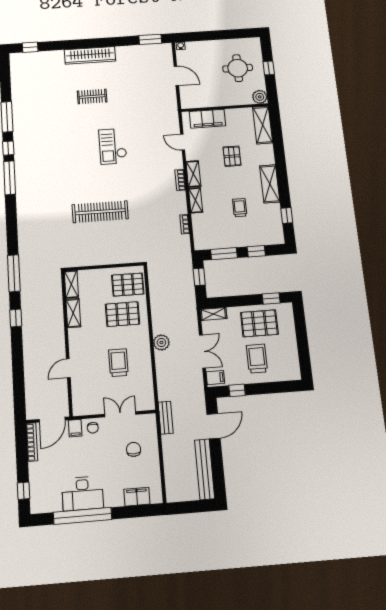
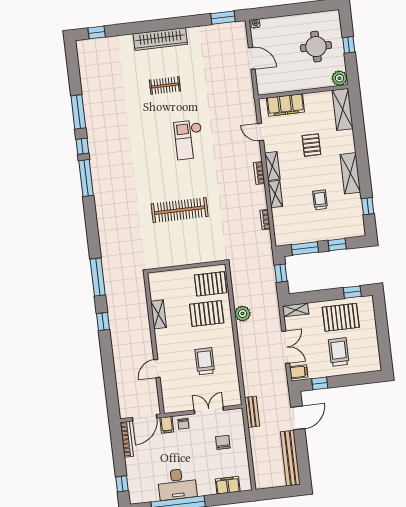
shelving: (71, 284) -> (155, 286), removed
plant: (161, 342) -> (243, 314), moved

